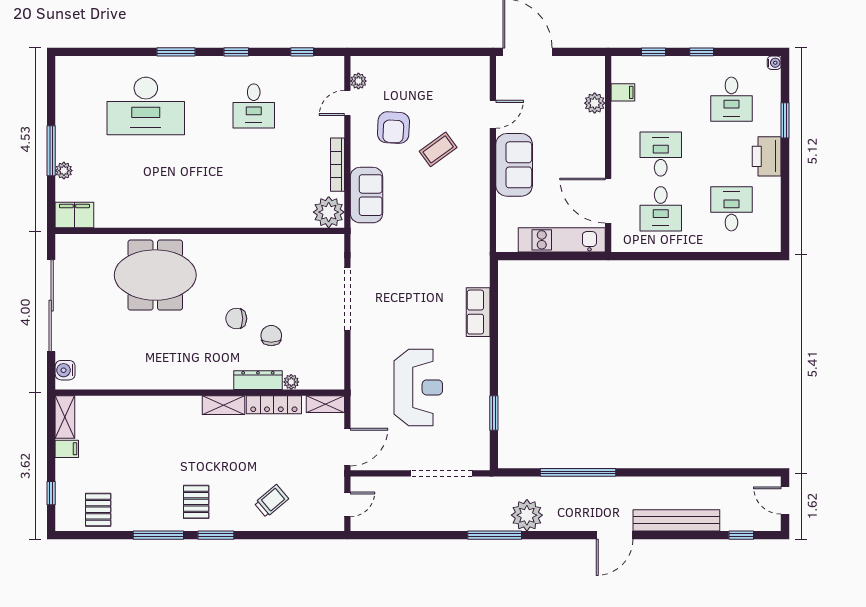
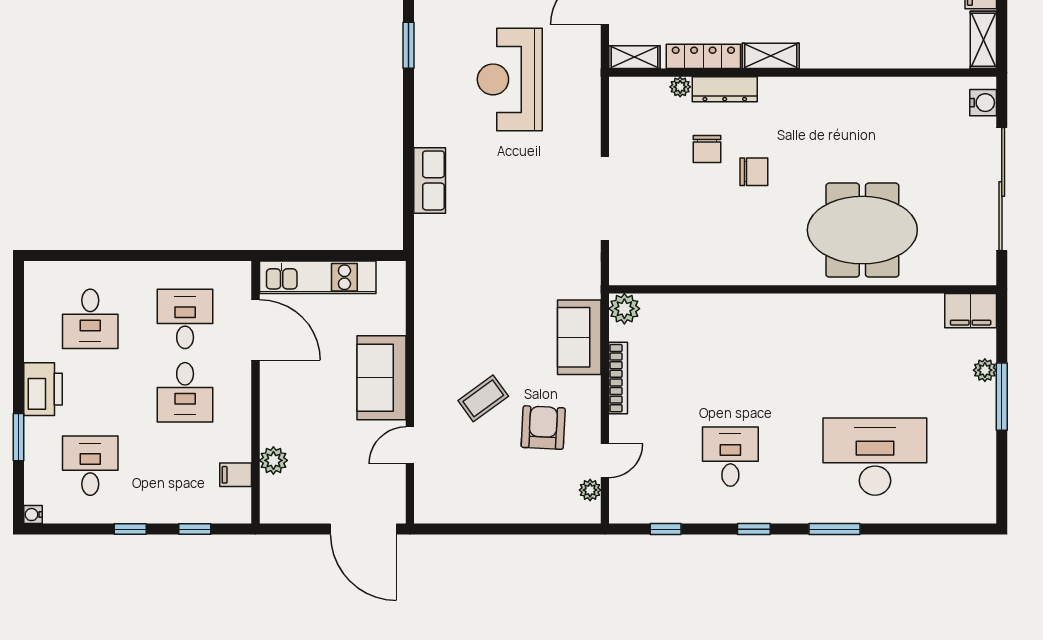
plant: (329, 212) -> (624, 309), width x0.73, depth x0.73

